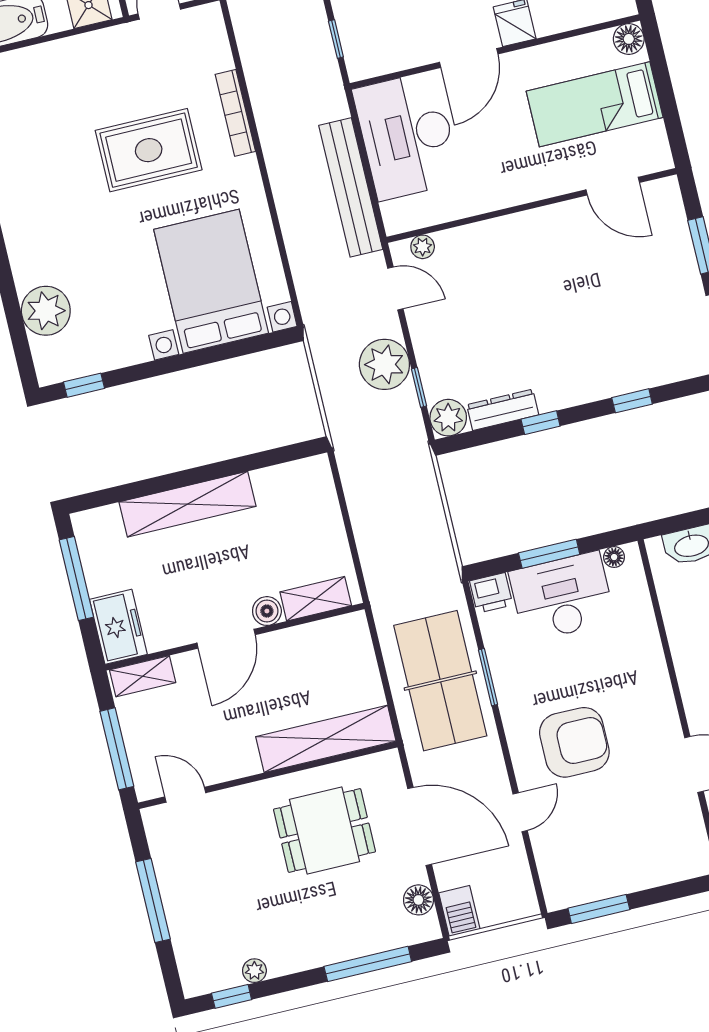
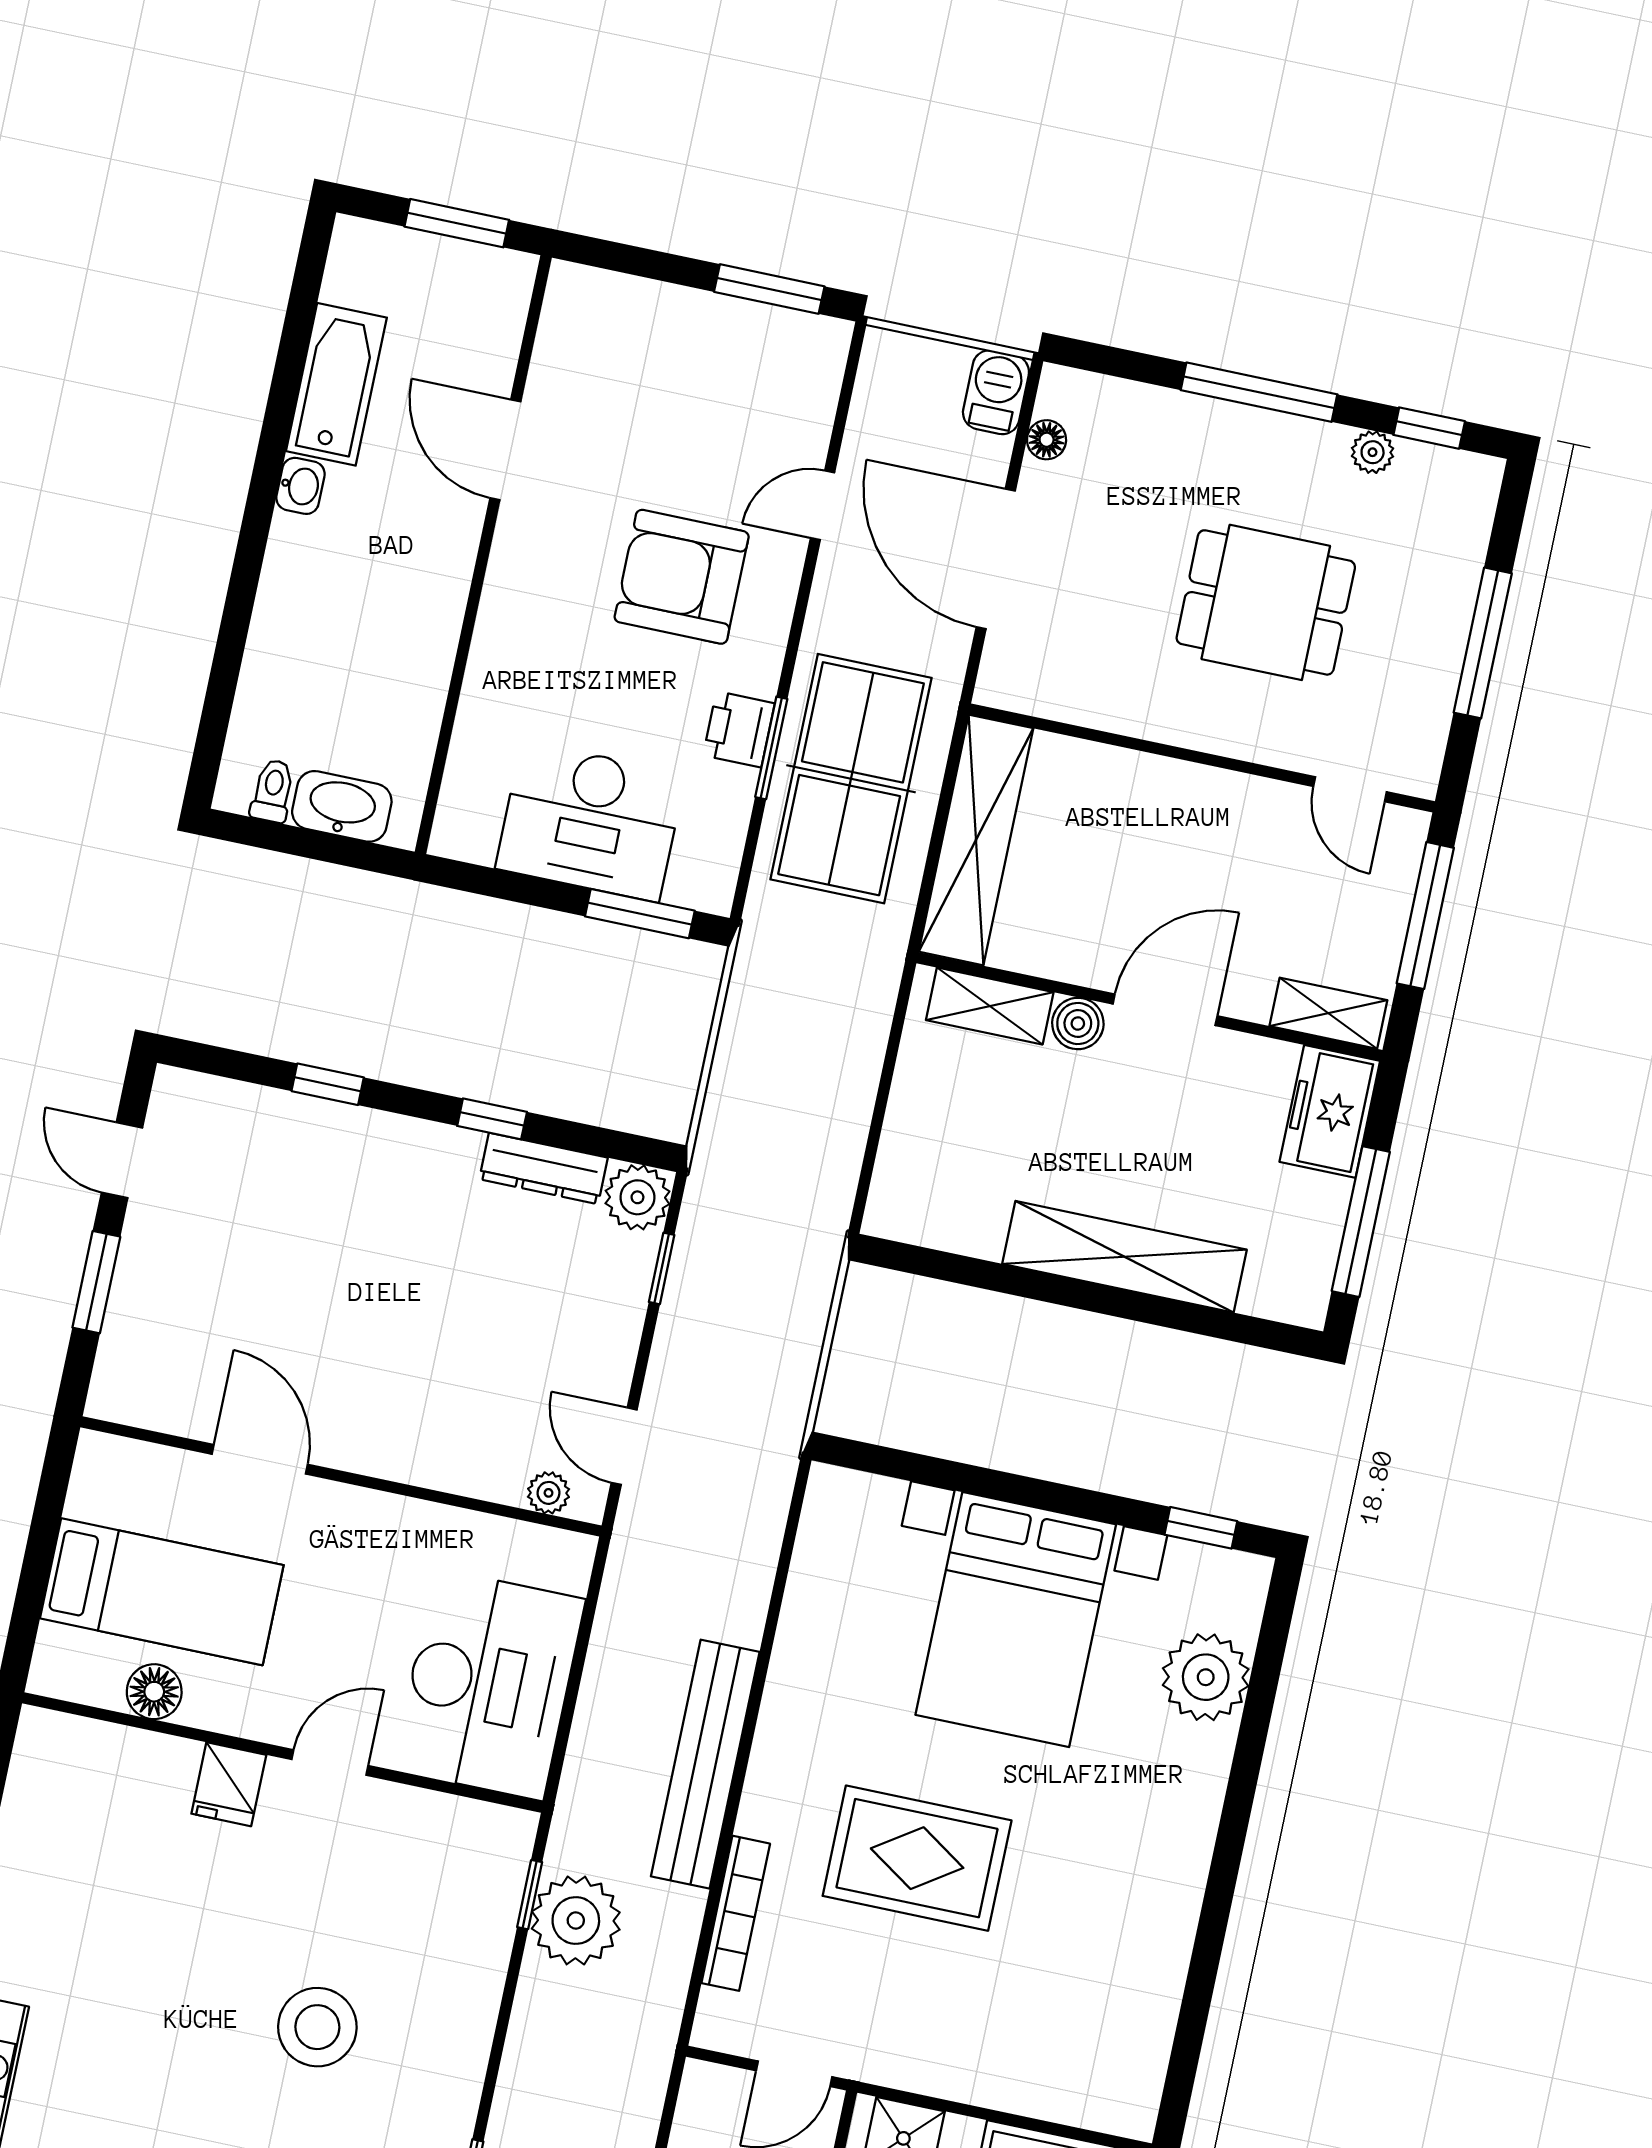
floor lamp: (629, 39) -> (154, 1692), moved
door: (469, 58) -> (330, 1762), width x0.73
bookcase: (235, 113) -> (736, 1913), moved
door: (613, 186) -> (260, 1459), moved
bench: (351, 187) -> (705, 1764), moved
bed with nightstands: (211, 281) -> (1016, 1620), moved
plant: (384, 364) -> (576, 1921), moved
window: (549, 554) -> (640, 914), moved
floor lamp: (614, 557) -> (476, 846), removed
printer: (491, 593) -> (739, 729), moved, turned -90
shelving: (326, 739) -> (976, 840), moved, turned 90
dining table: (325, 831) -> (1266, 602), moved
floor lamp: (418, 900) -> (1047, 440), width x0.73, depth x0.73
window: (368, 964) -> (1259, 392), moved

